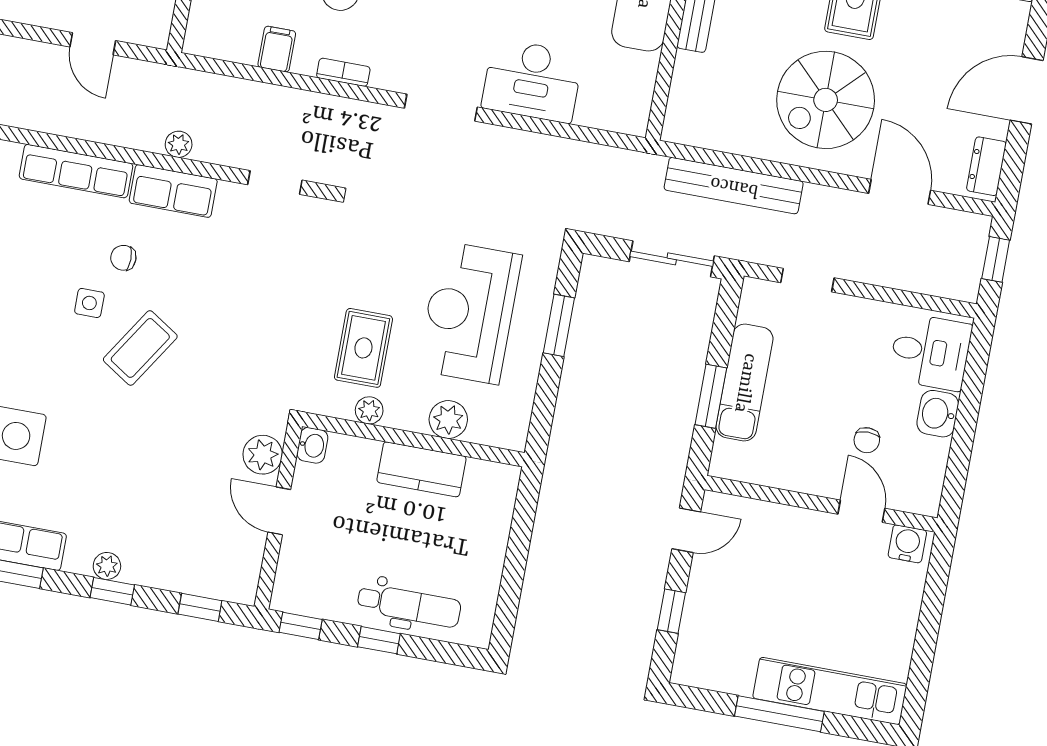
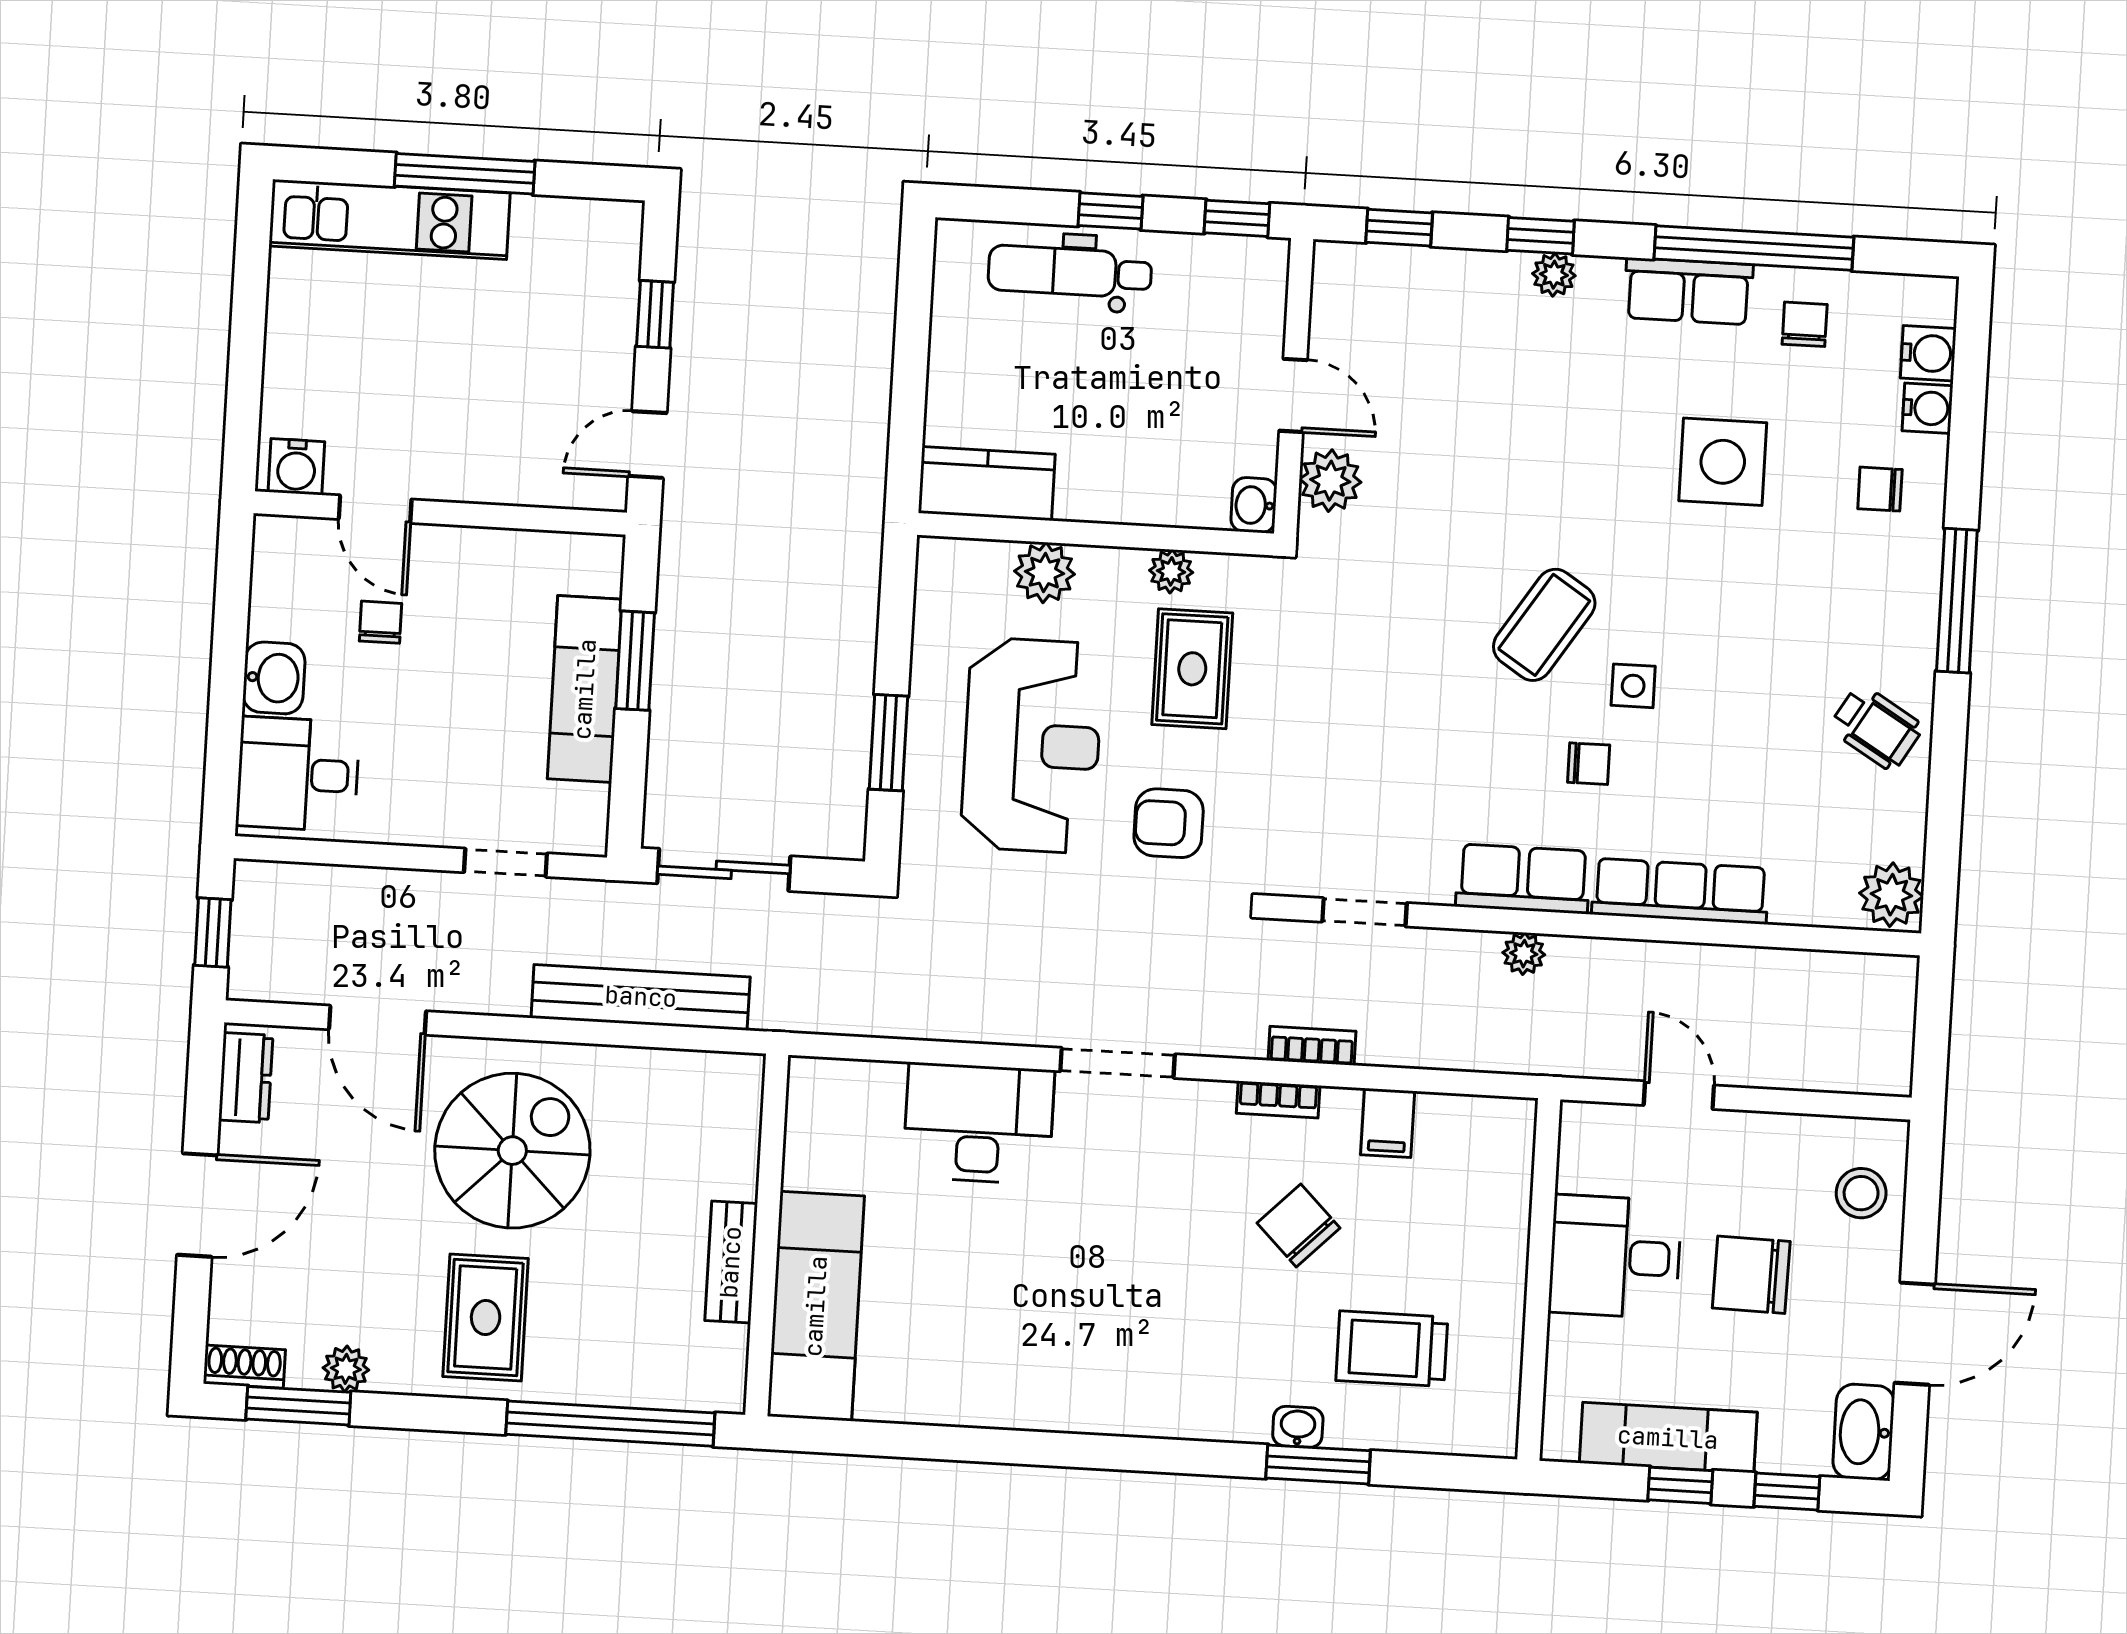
bookcase: (318, 103) -> (1312, 1046), added
armchair: (390, 253) -> (1169, 823), added
kitchen counter: (421, 469) -> (987, 484), moved

